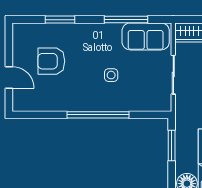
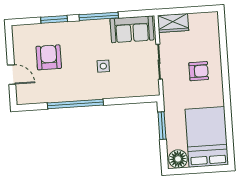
window: (126, 20) -> (99, 16), moved
armchair: (51, 61) -> (49, 57), turned 90
window: (98, 115) -> (75, 104), moved

